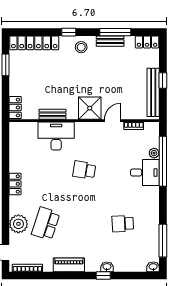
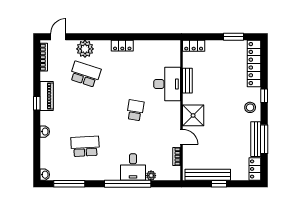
bench: (110, 41) -> (256, 139), width x1.36
window: (163, 161) -> (128, 184), moved
school desk: (123, 224) -> (85, 146), width x1.85
window: (103, 276) -> (37, 103), moved

